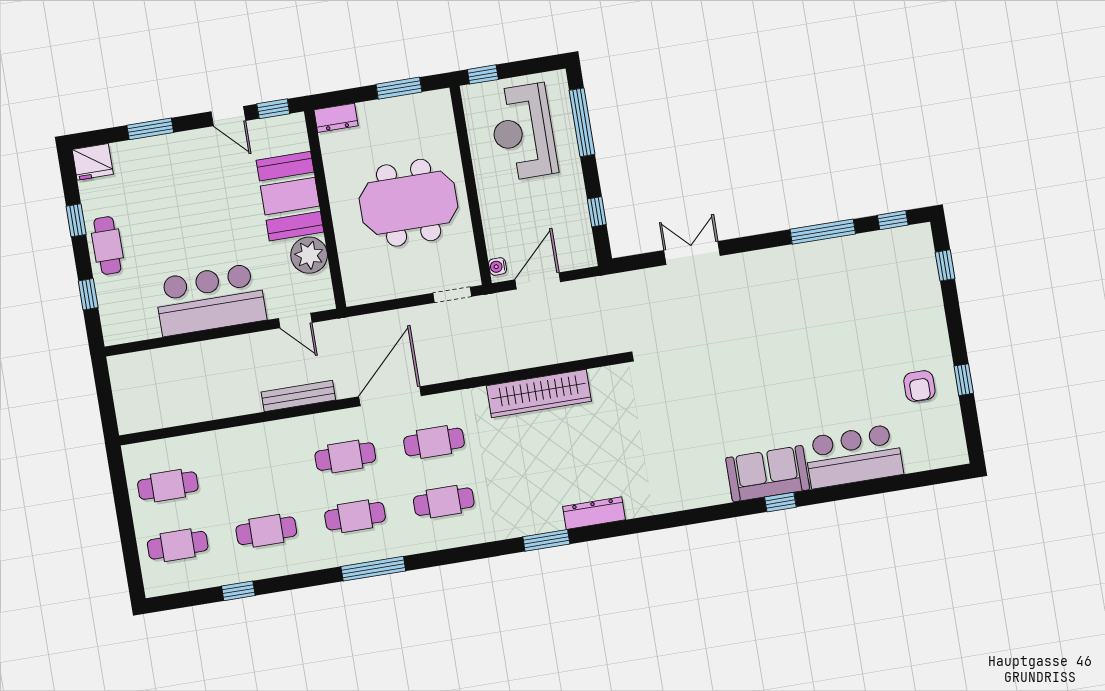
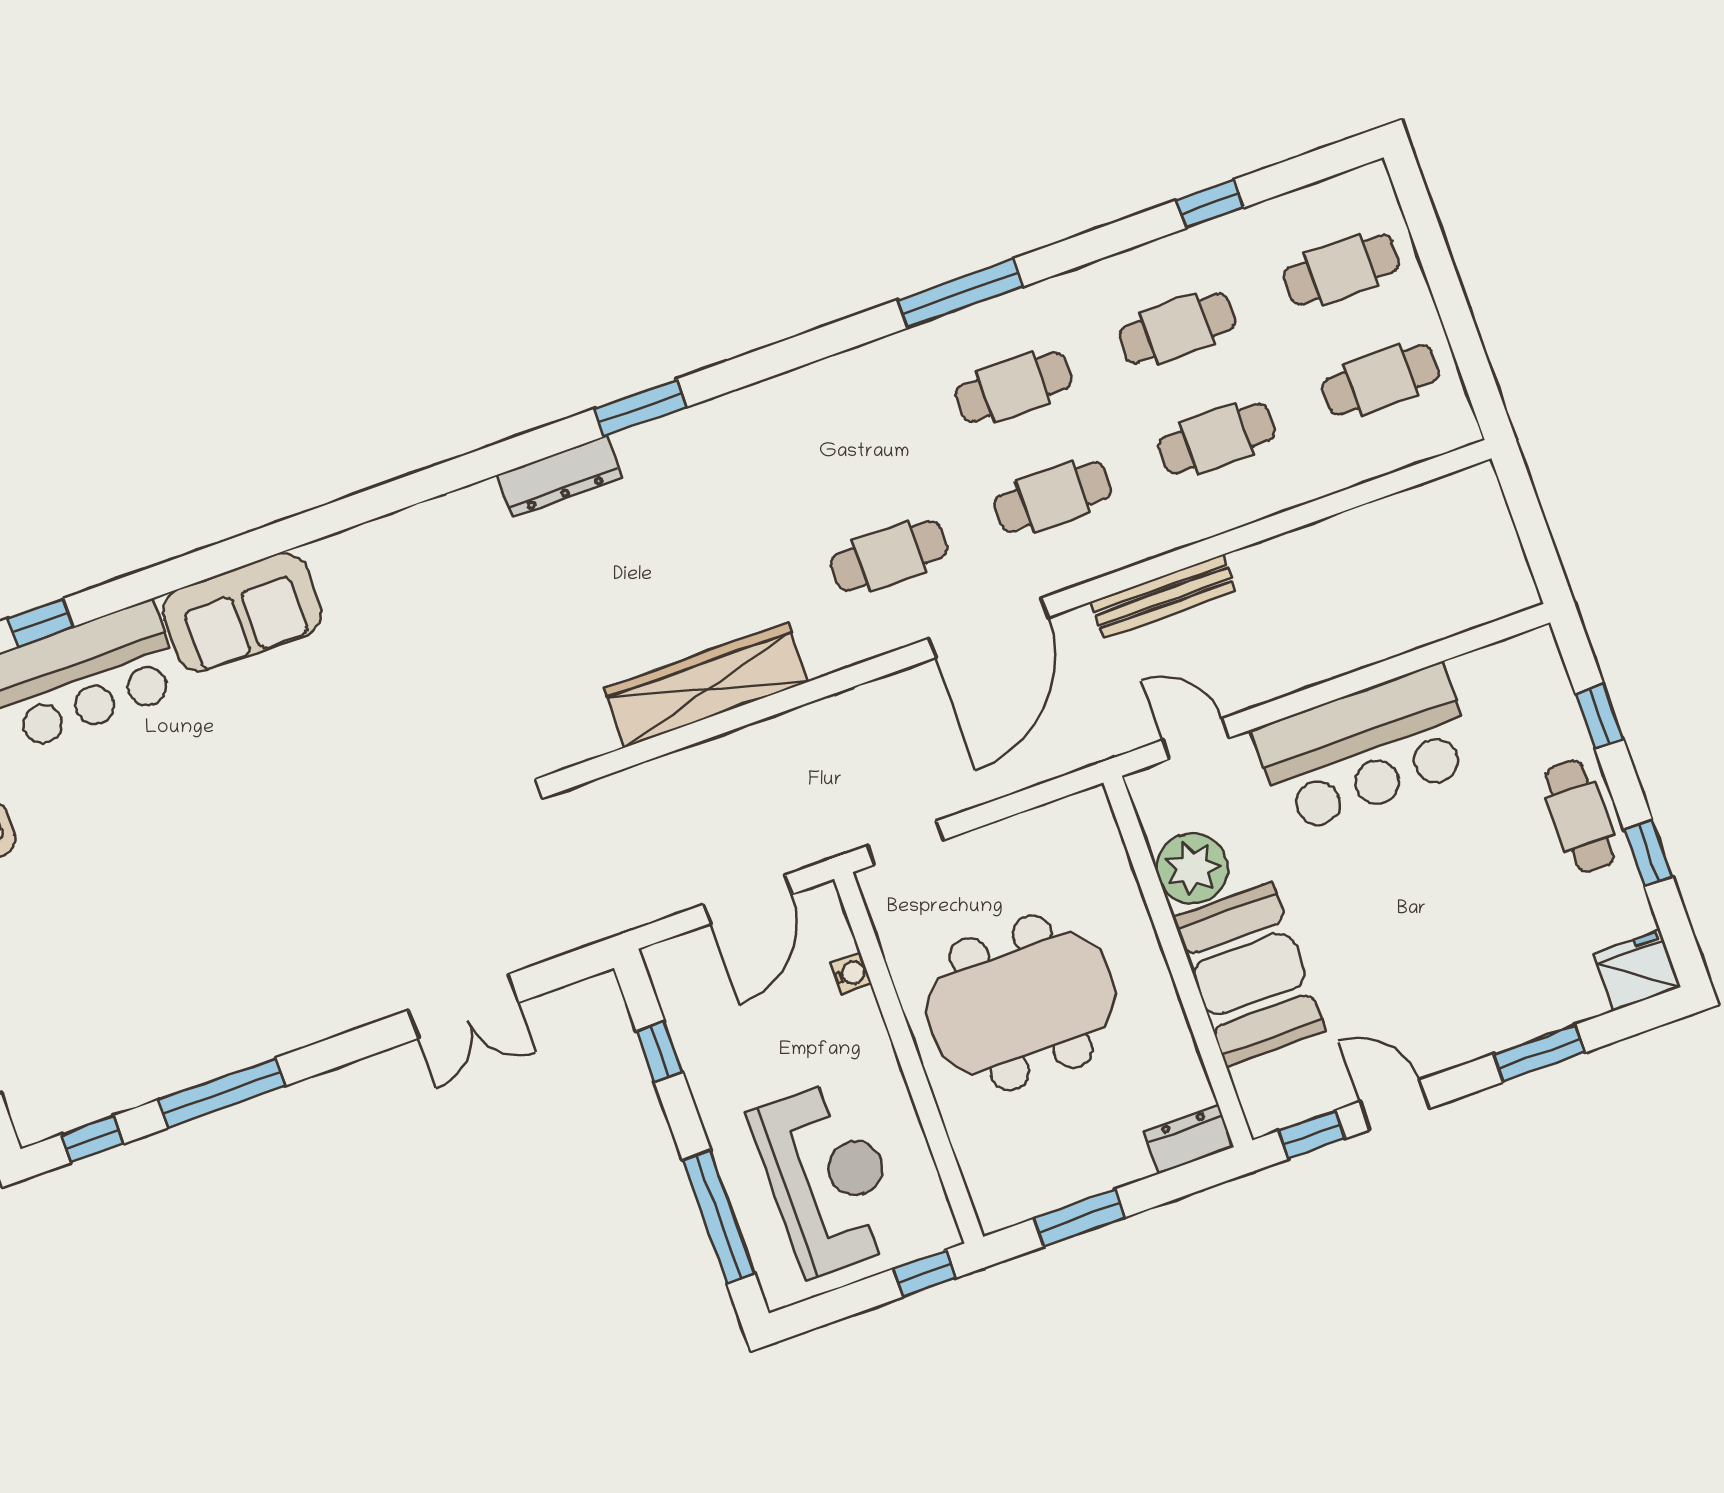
water cooler: (498, 266) -> (851, 973), moved
cafe table: (444, 502) -> (1217, 439), moved
window: (780, 502) -> (41, 623), moved

